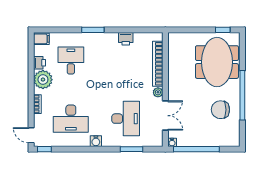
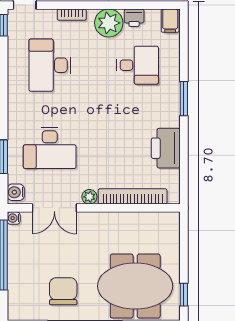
printer: (126, 39) -> (166, 148), width x1.87, depth x1.48
water cooler: (96, 141) -> (16, 192), moved

